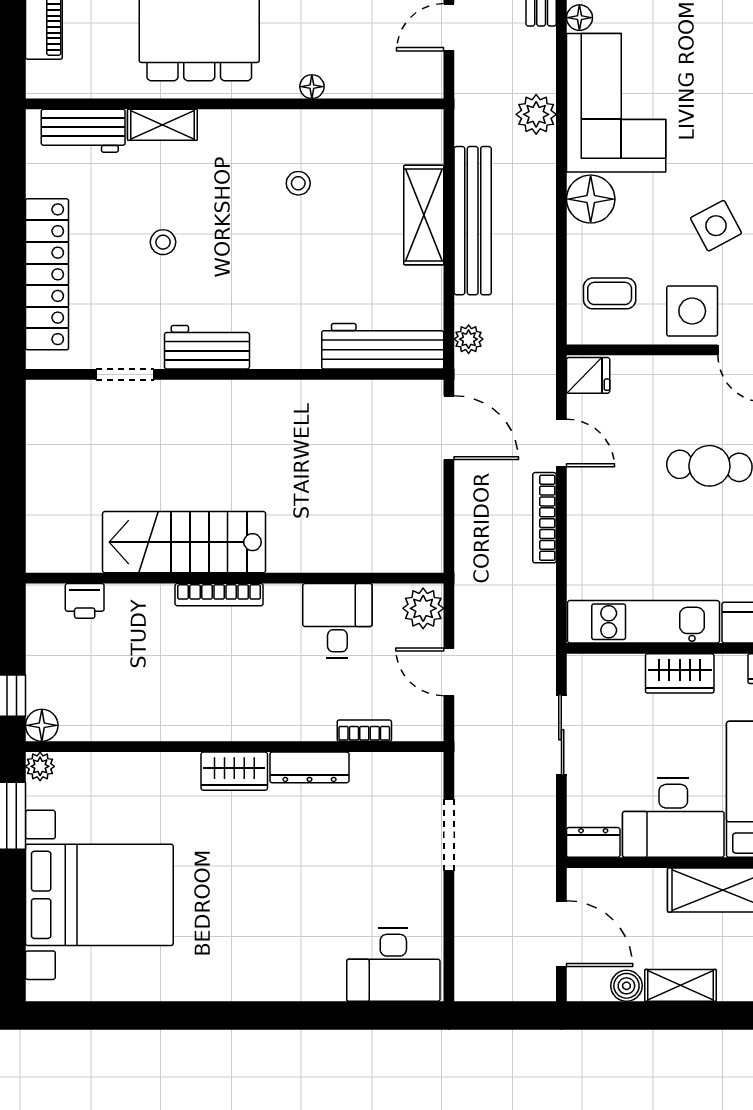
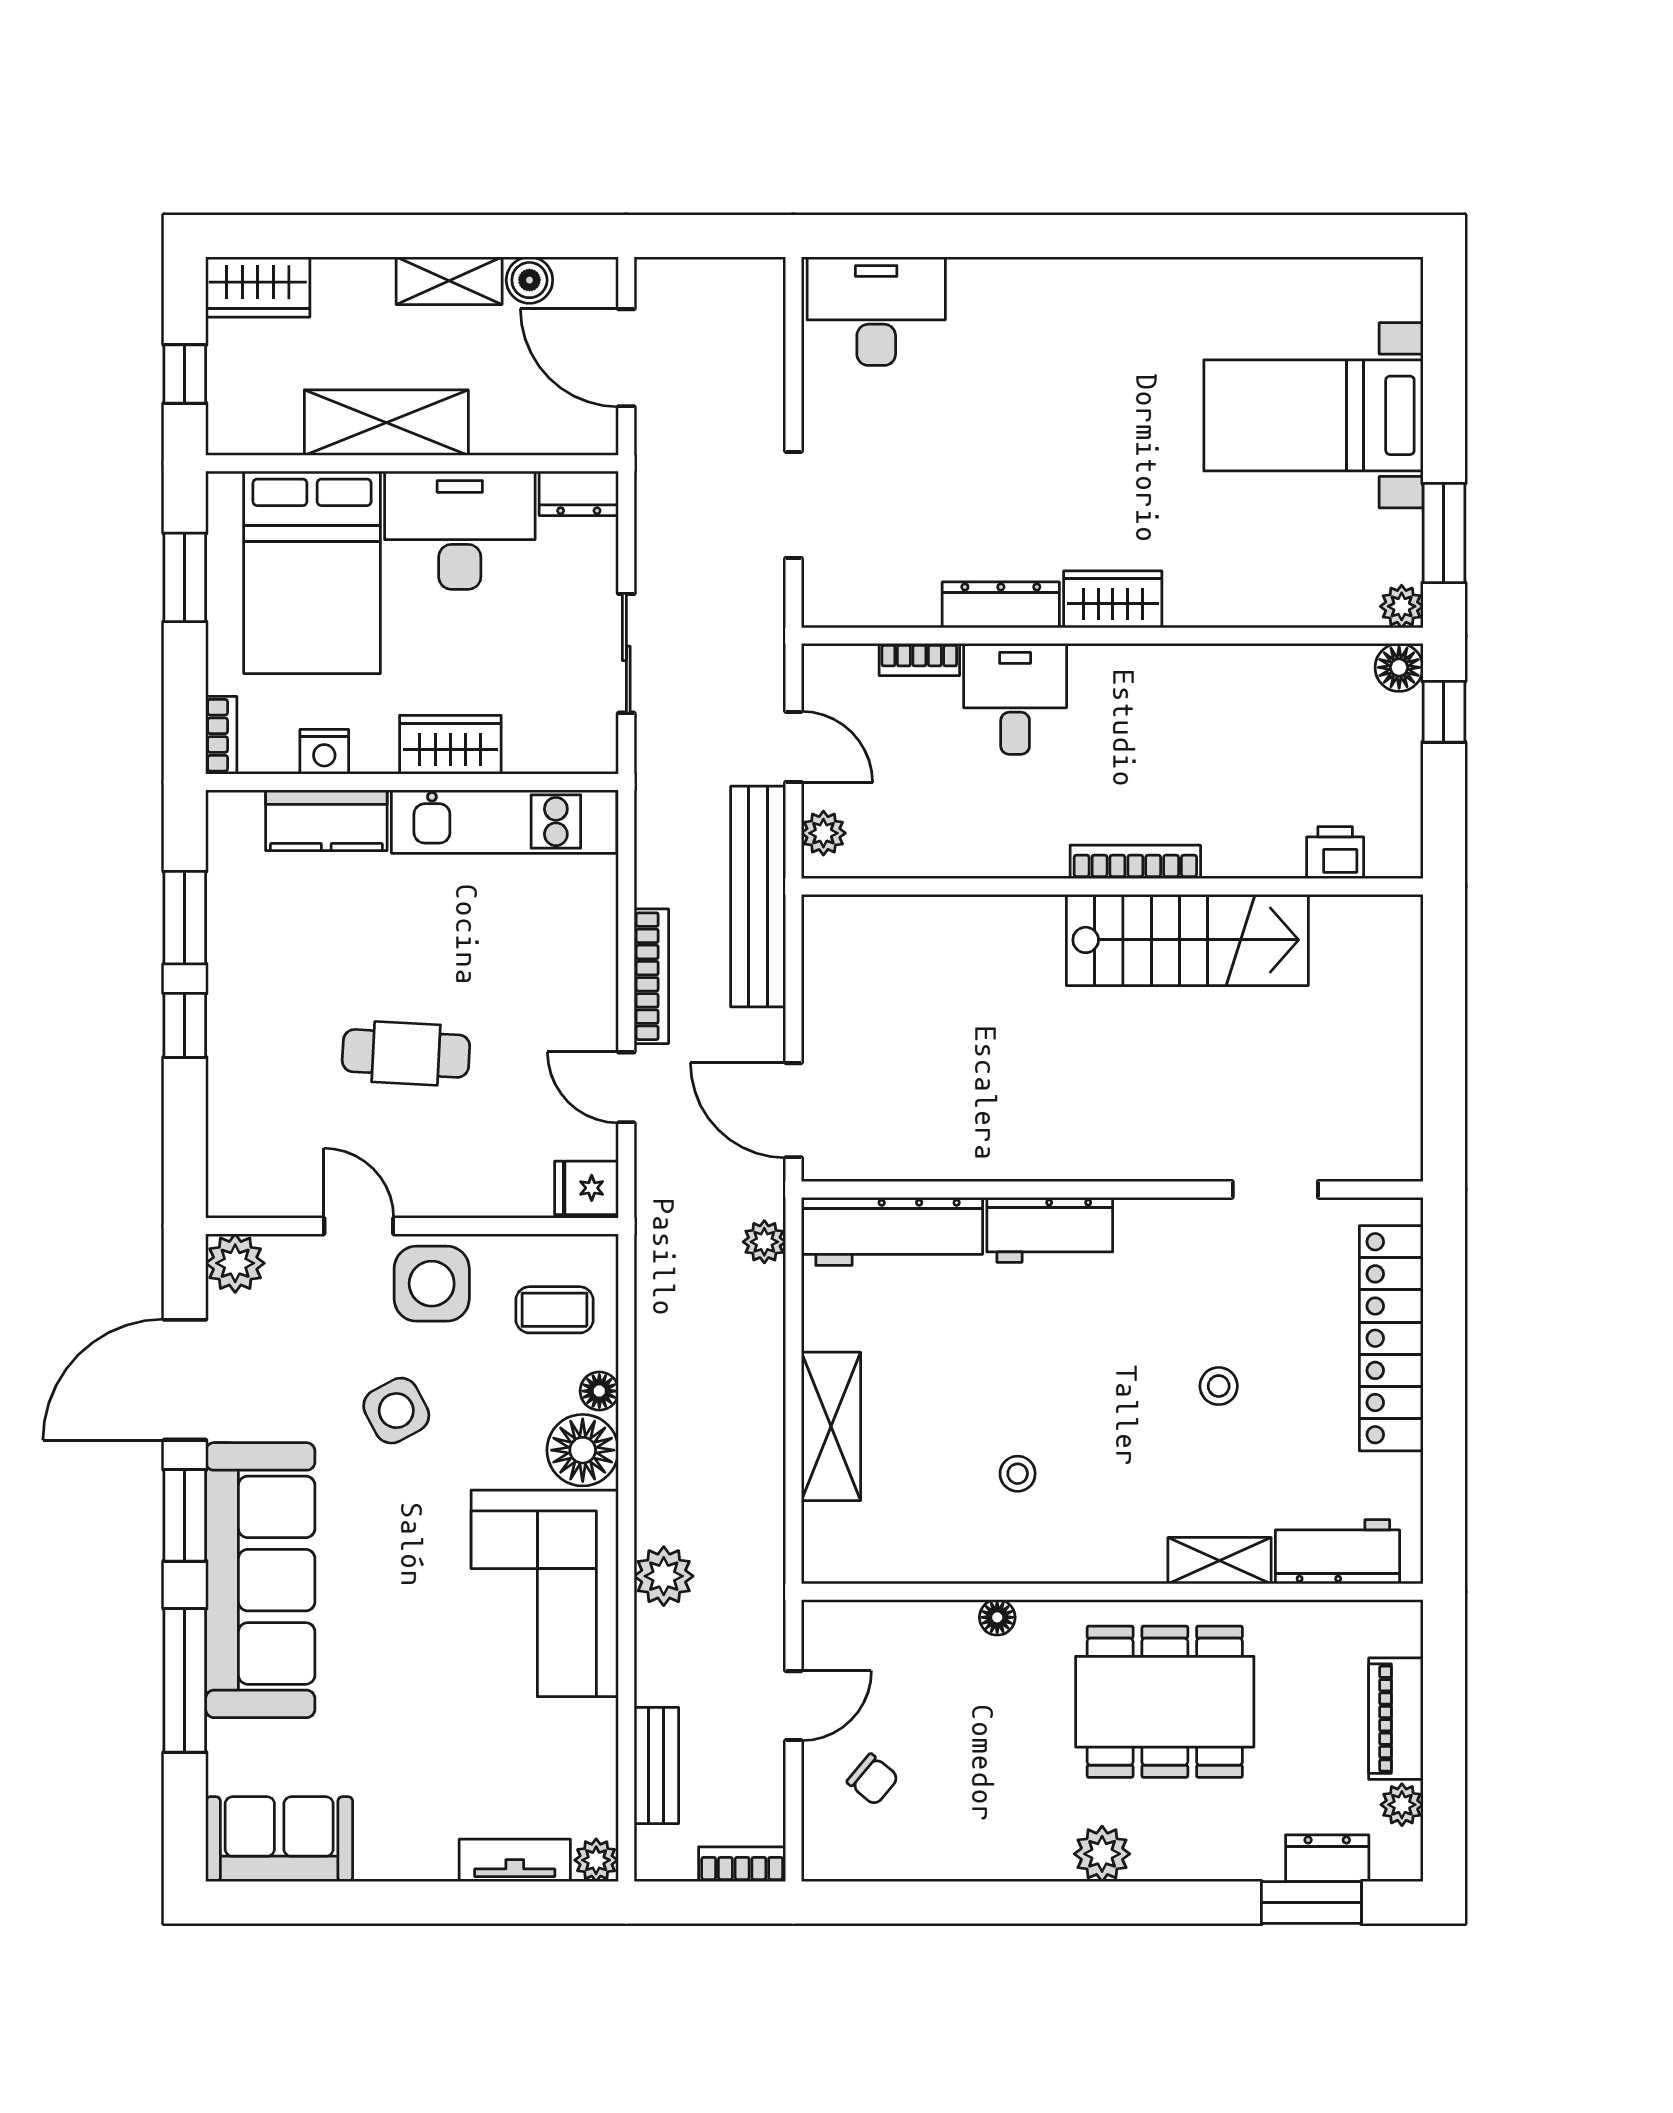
floor lamp: (579, 18) -> (599, 1391), moved
bench: (473, 221) -> (758, 897), moved
workbench: (207, 347) -> (1050, 1230), moved
plant: (423, 608) -> (823, 833), width x0.73, depth x0.73
desk: (337, 621) -> (1015, 699), moved, turned 180
bed with nightstands: (99, 895) -> (1313, 415), width x0.73

